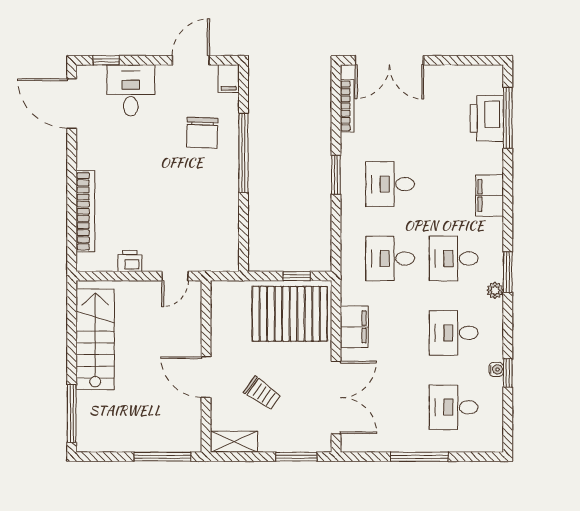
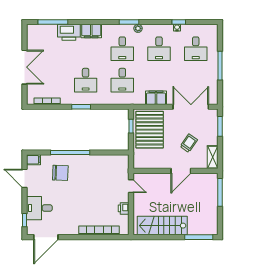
double door: (389, 60) -> (25, 67), moved
printer: (487, 118) -> (69, 32), moved

